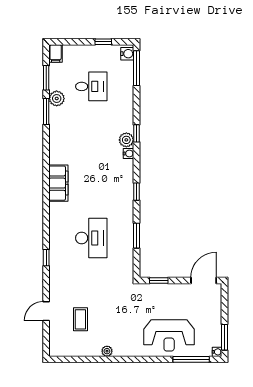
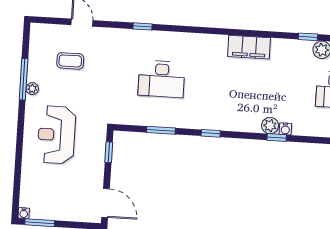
window: (46, 111) -> (308, 37), width x0.67
water cooler: (128, 154) -> (285, 129), moved
filing cabinet: (58, 183) -> (249, 47), moved
reception desk: (169, 335) -> (56, 135), moved
window: (191, 359) -> (24, 79), moved

